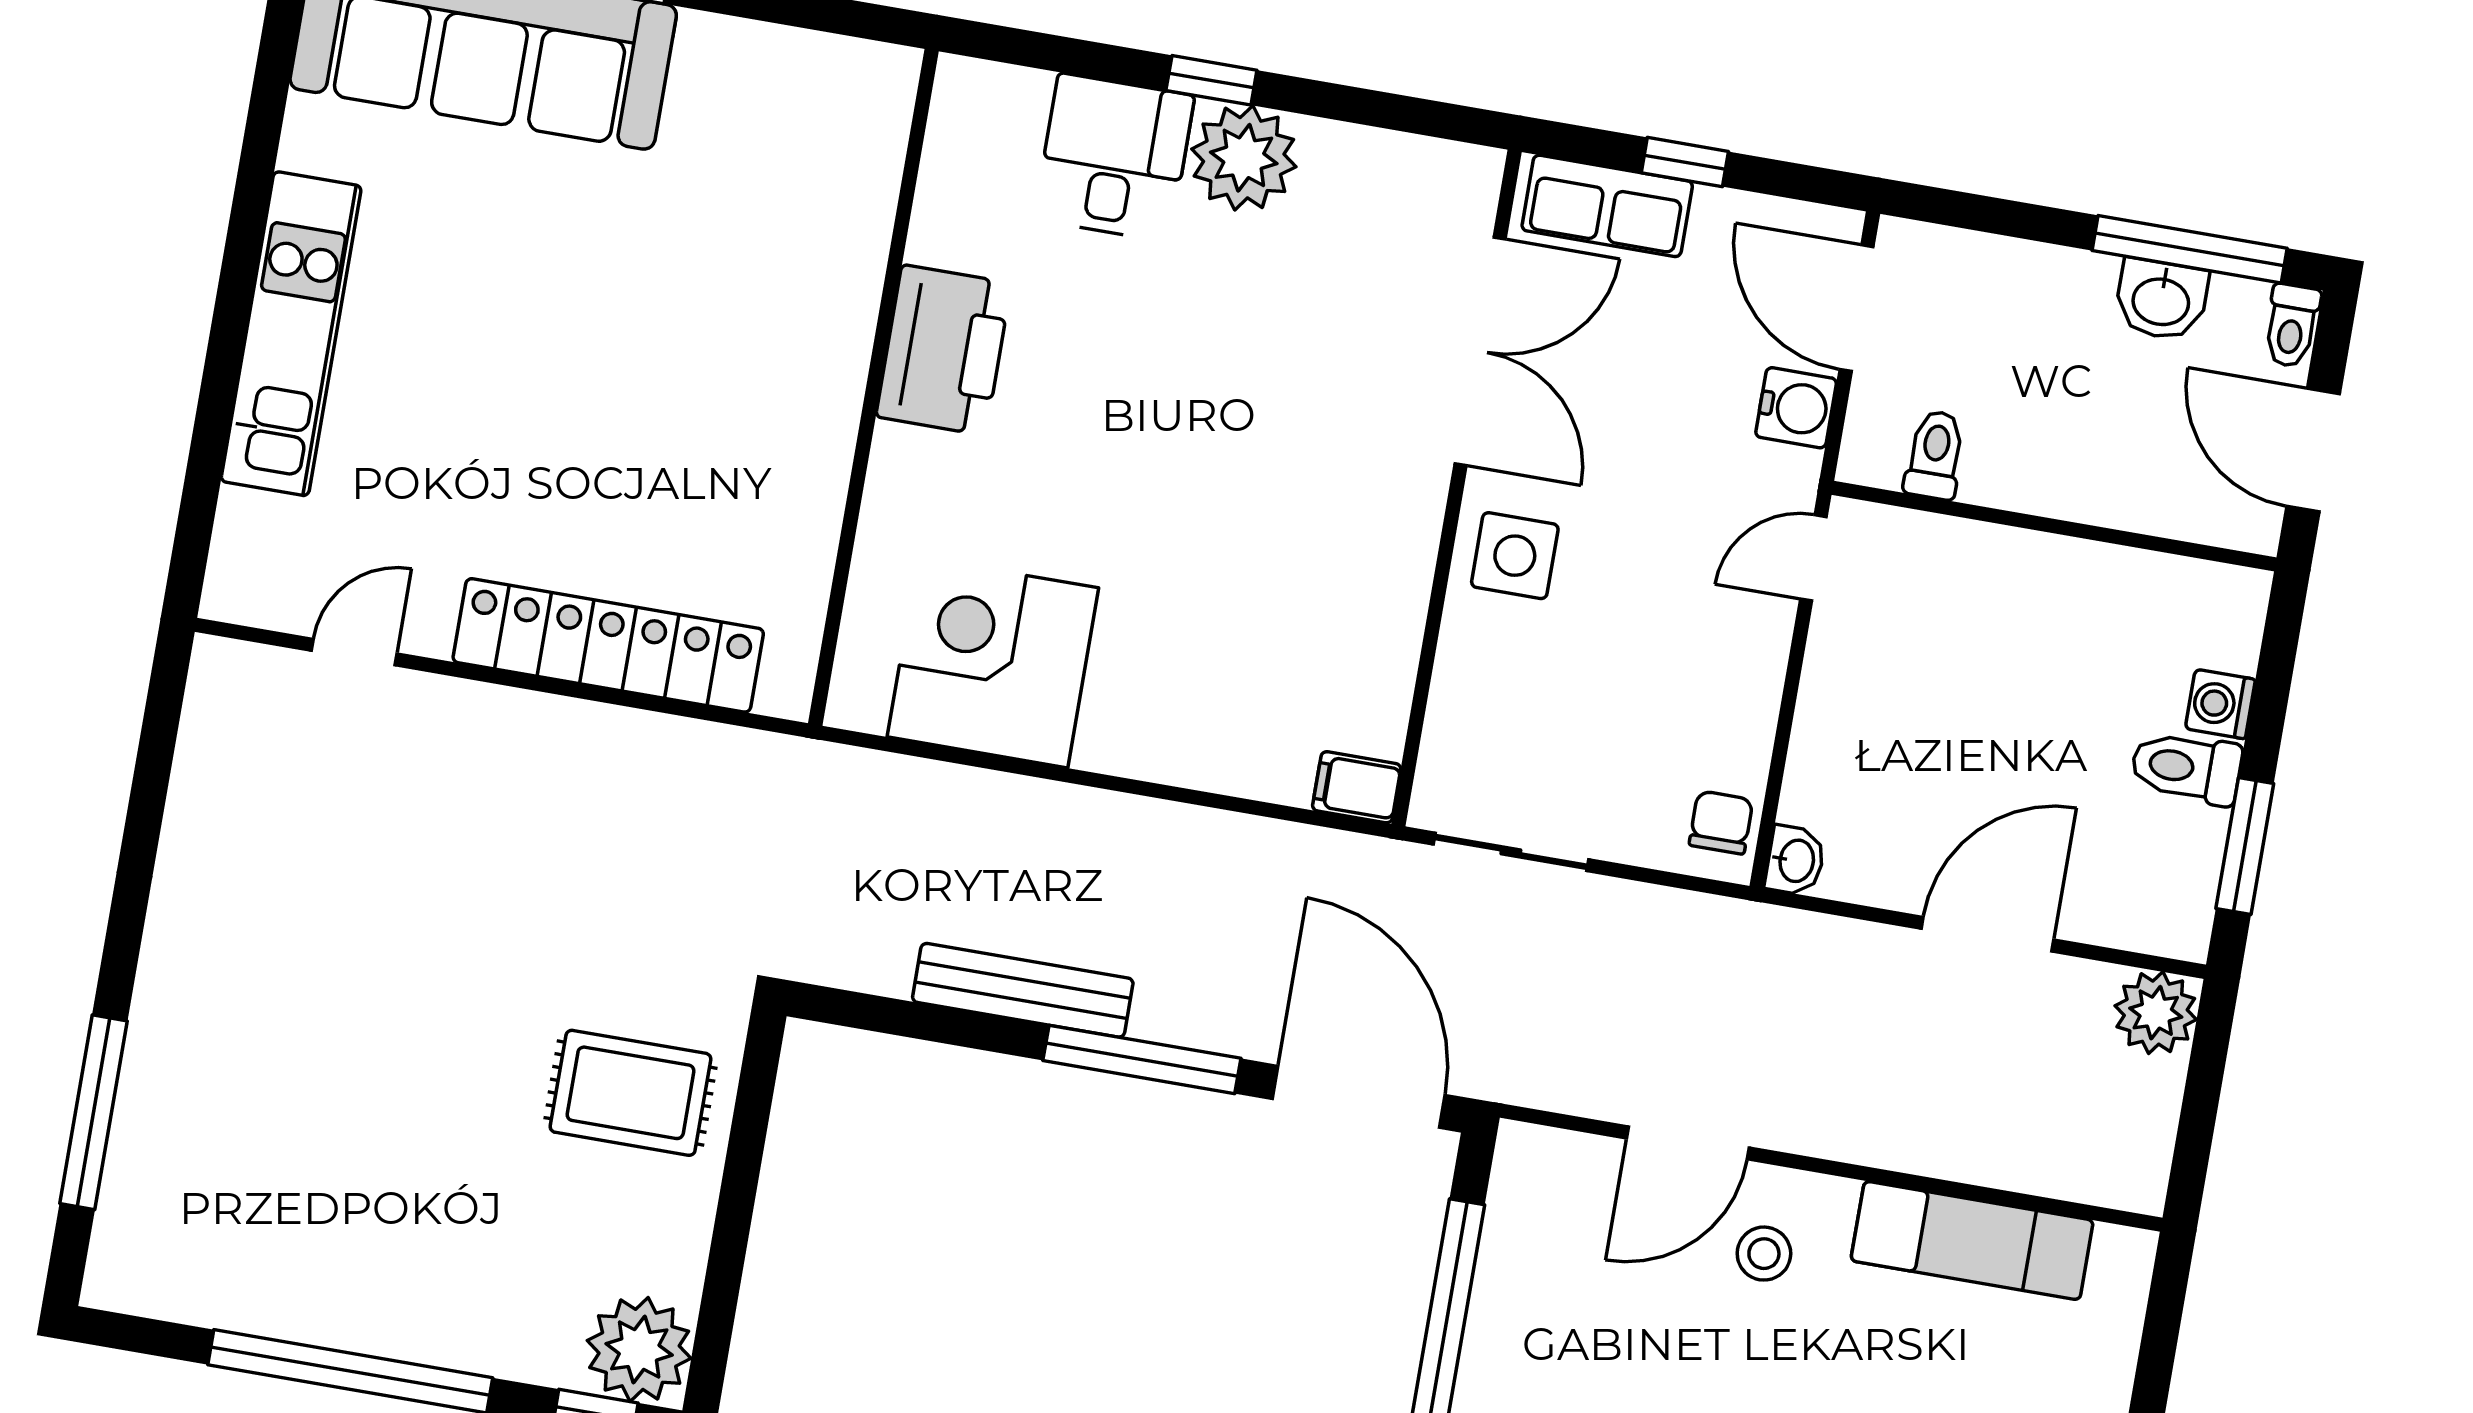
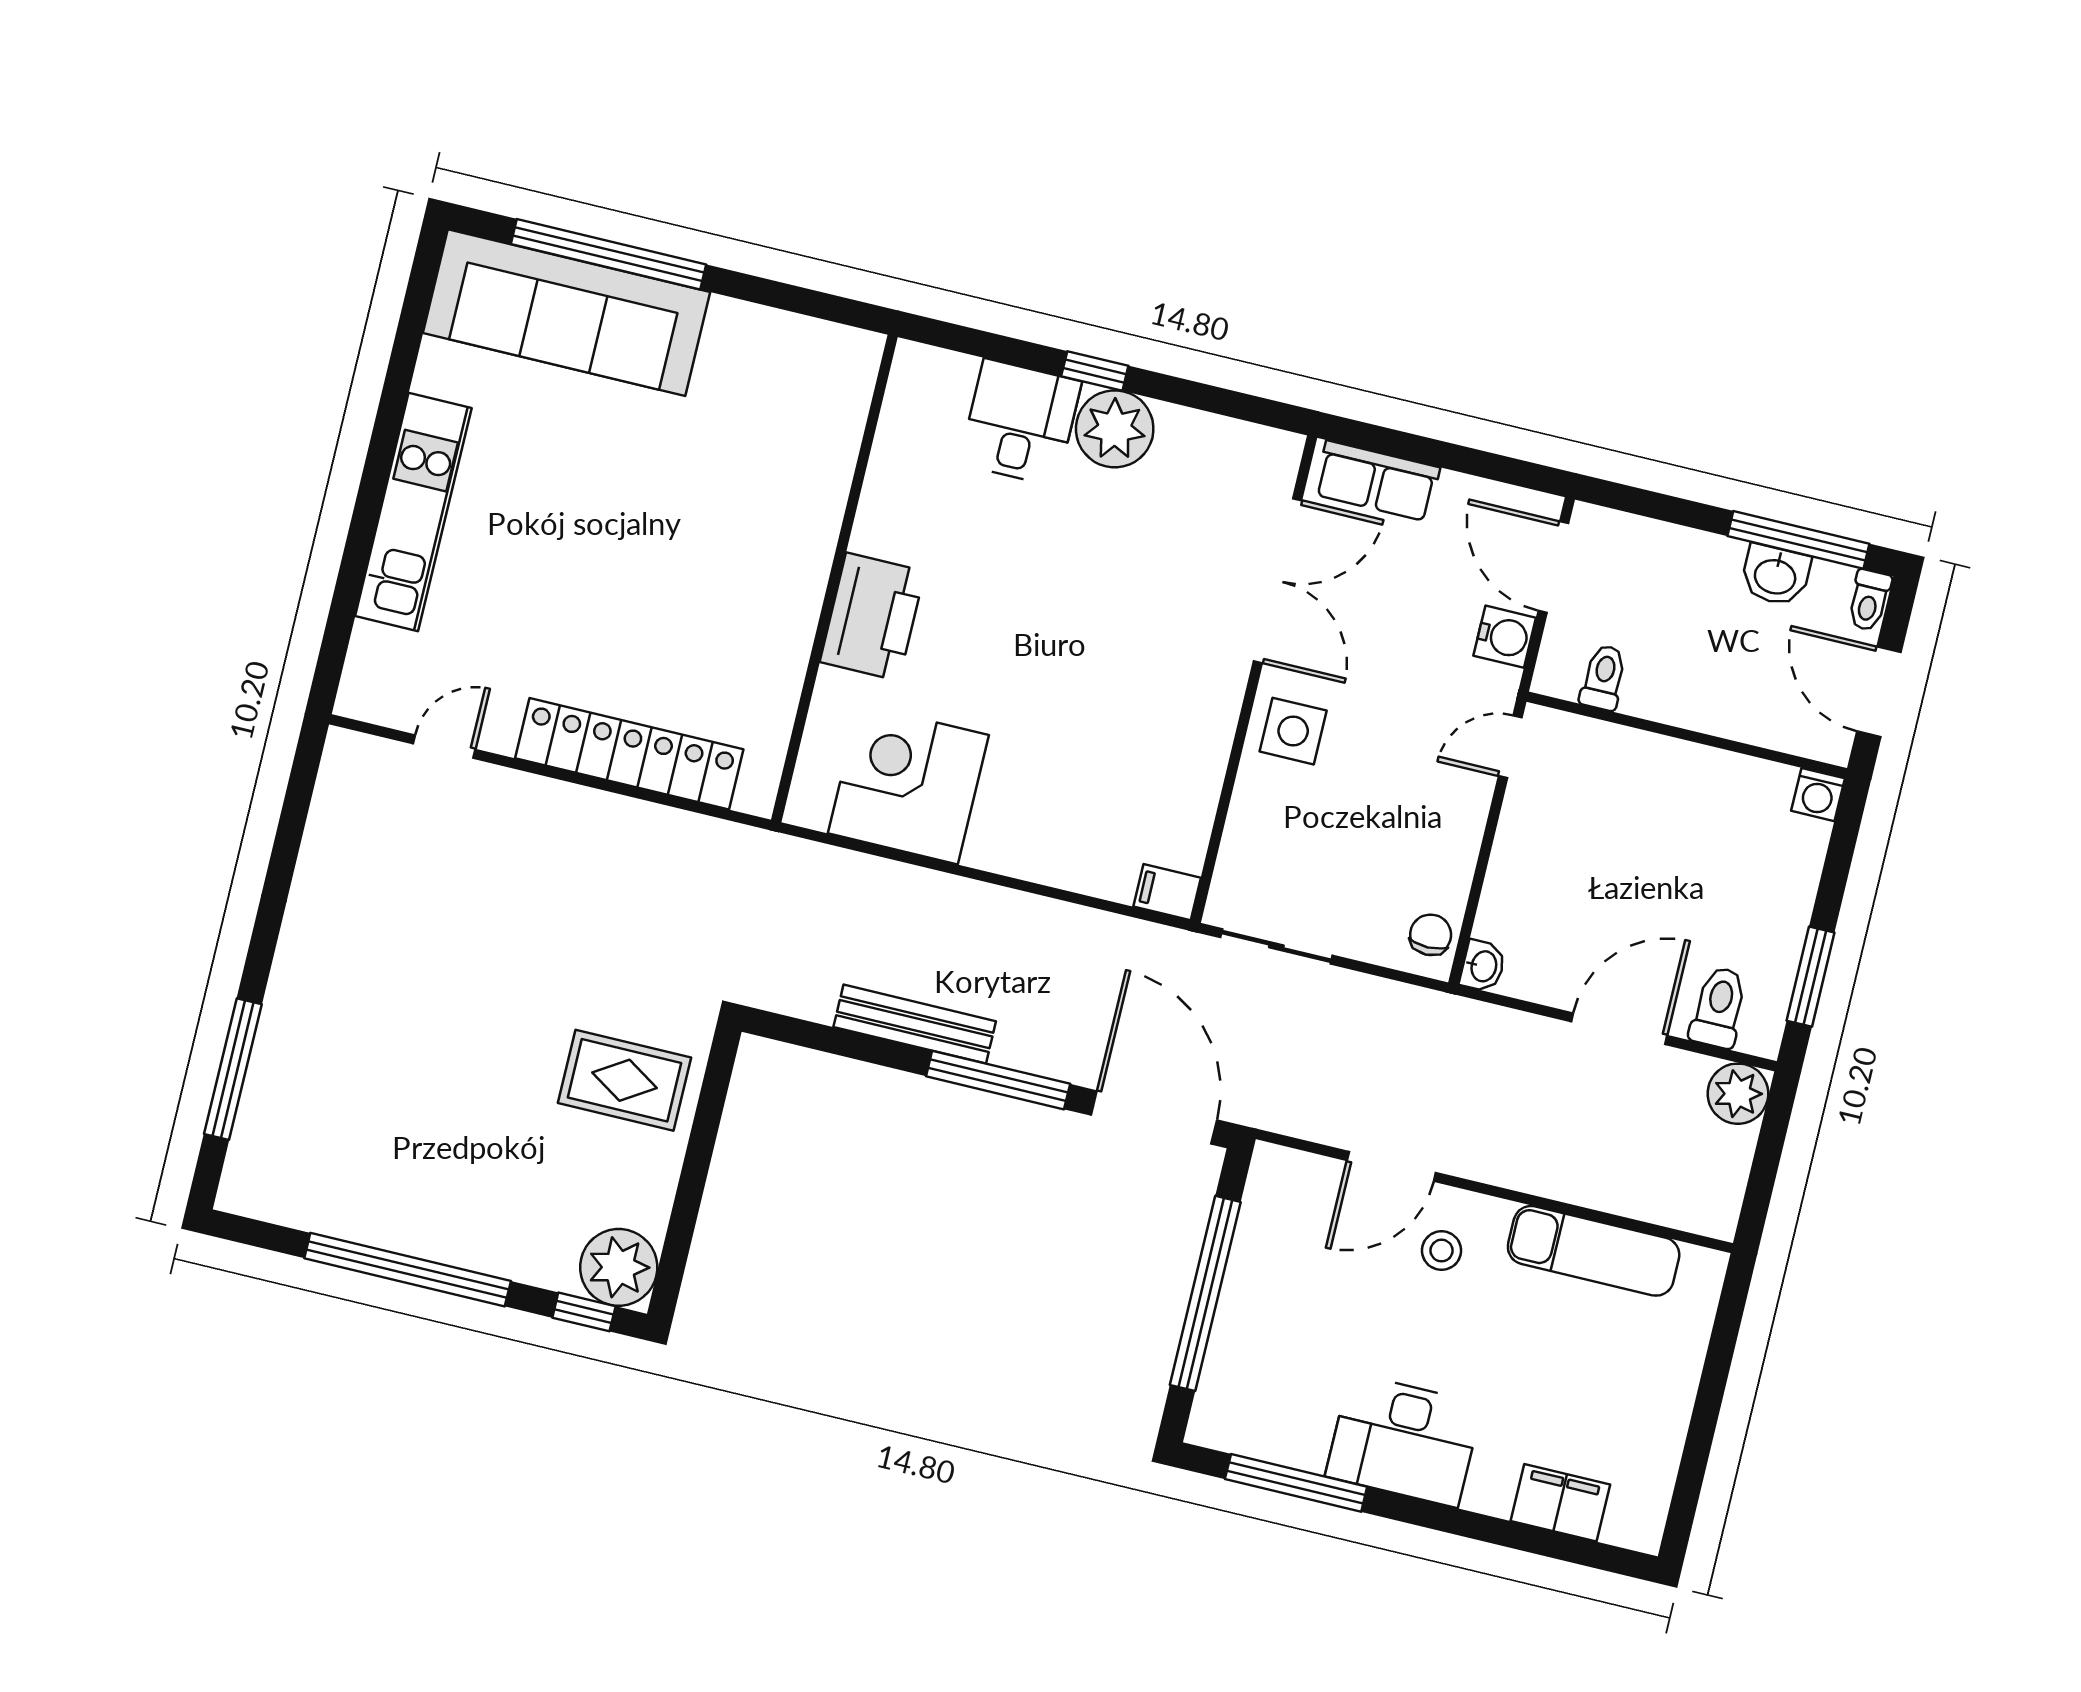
window: (1685, 162) -> (1435, 453), removed
printer: (944, 350) -> (872, 617), moved
washing machine: (2220, 704) -> (1818, 795), moved, turned -90
toilet: (2186, 768) -> (1719, 1007), moved, turned 90

